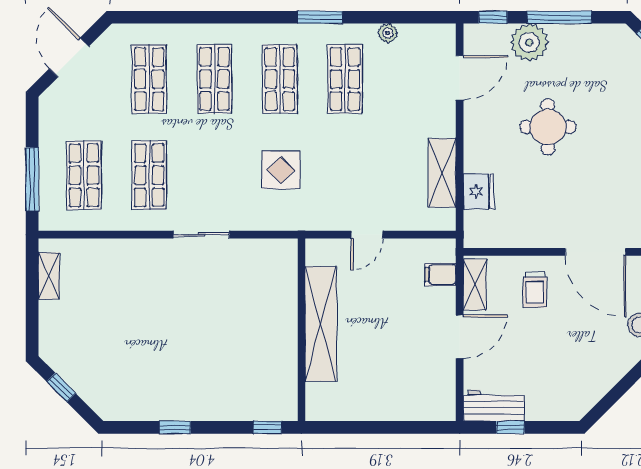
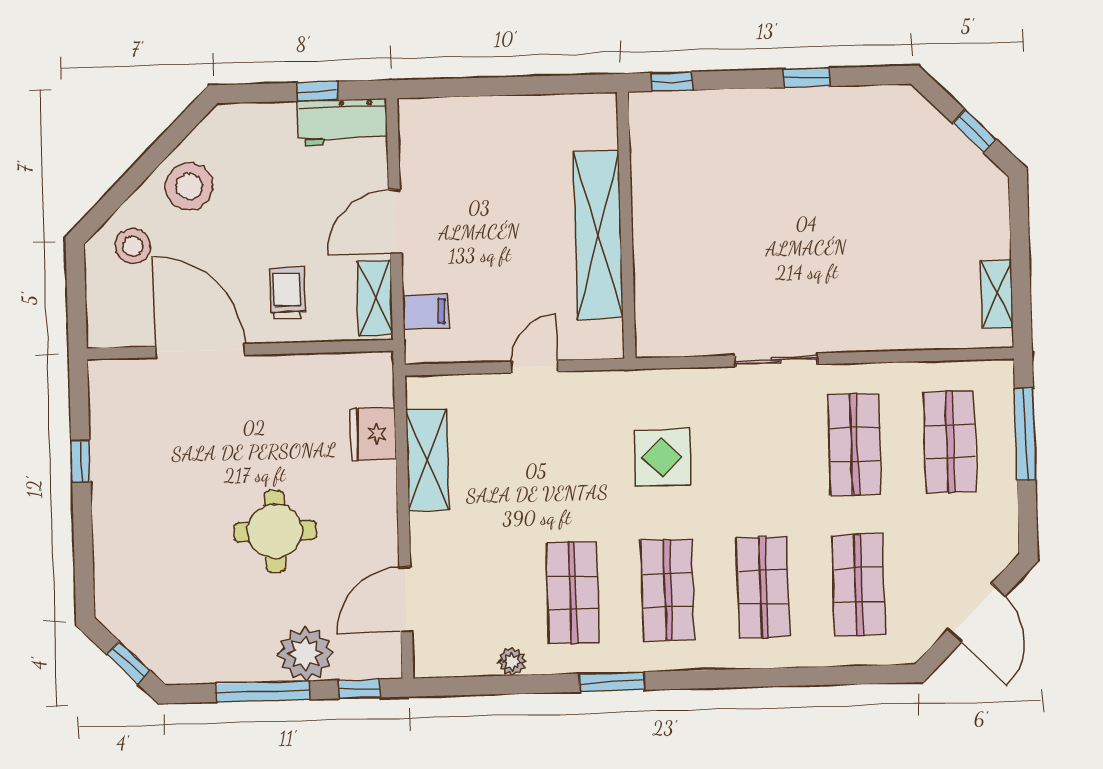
stool: (600, 365) -> (189, 186), added

